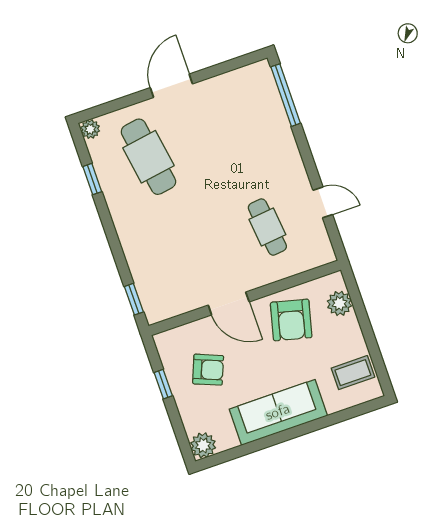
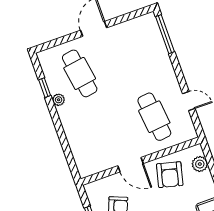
plant: (90, 129) -> (59, 100), moved
cafe table: (267, 227) -> (154, 117), width x1.37, depth x1.35
window: (134, 299) -> (71, 163), removed

